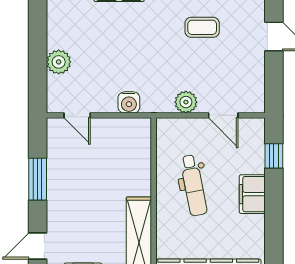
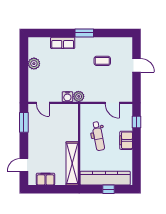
plant: (59, 62) -> (34, 64), moved
plant: (186, 102) -> (79, 96), moved
window: (38, 179) -> (24, 122), moved

